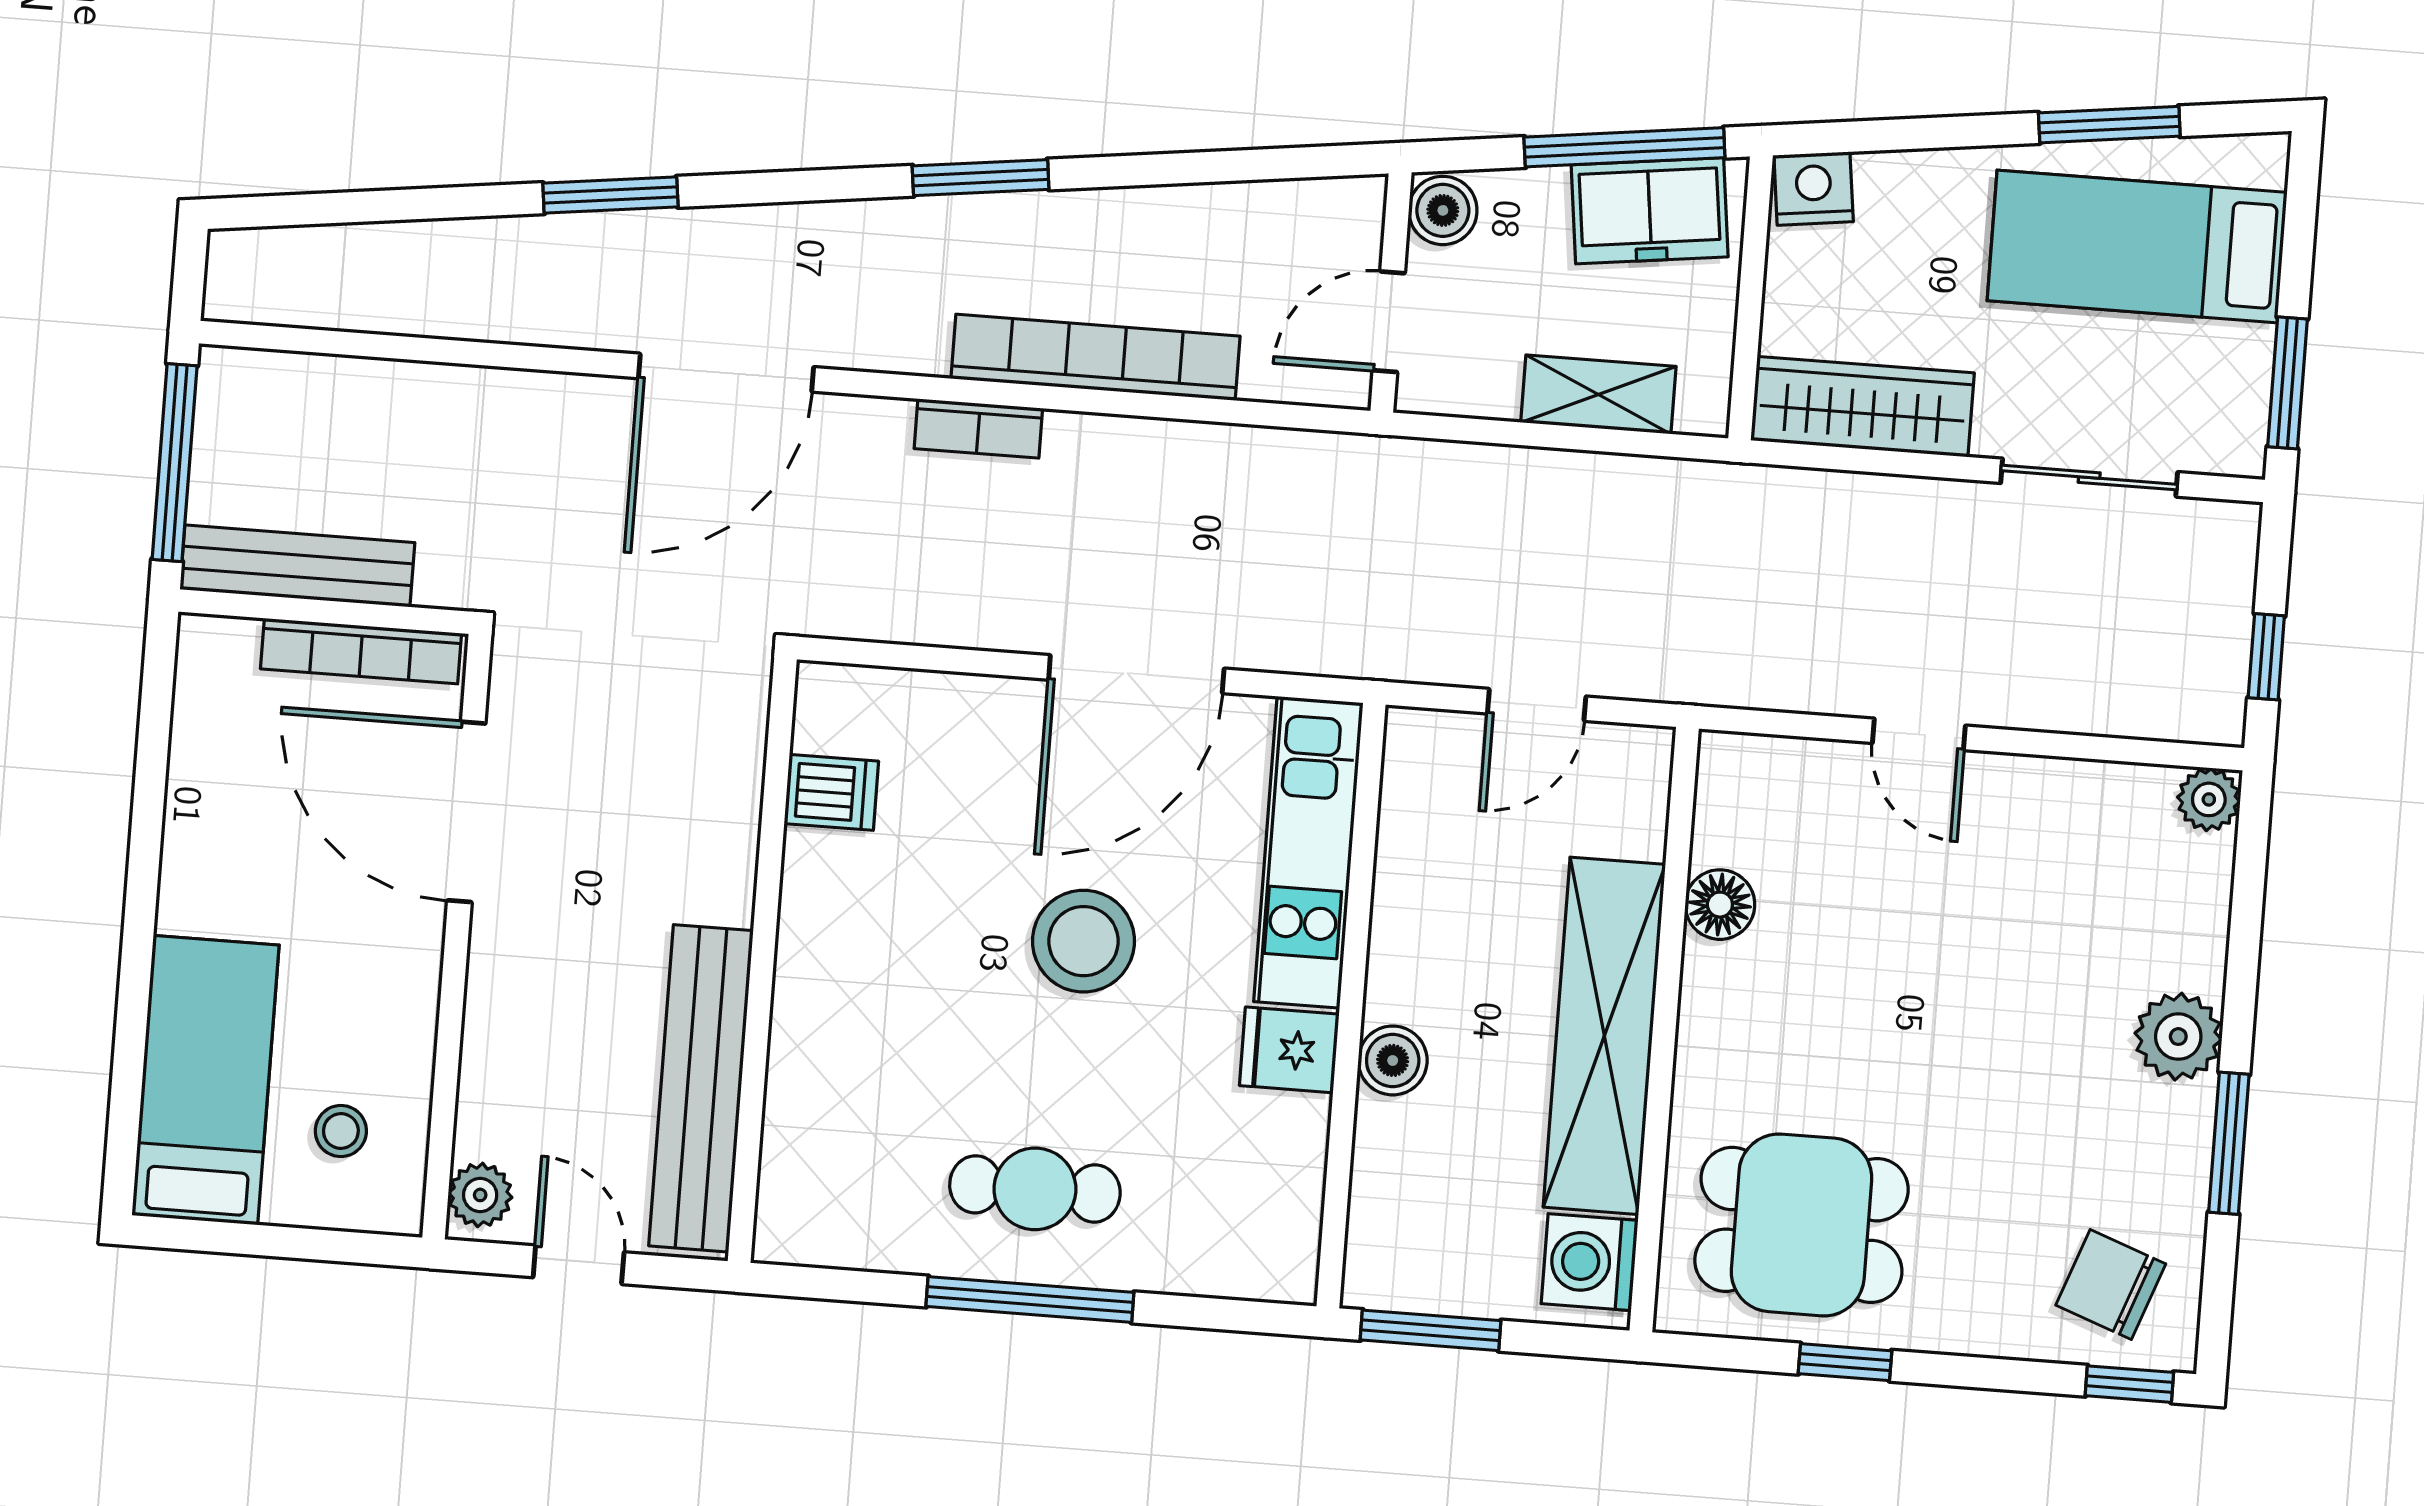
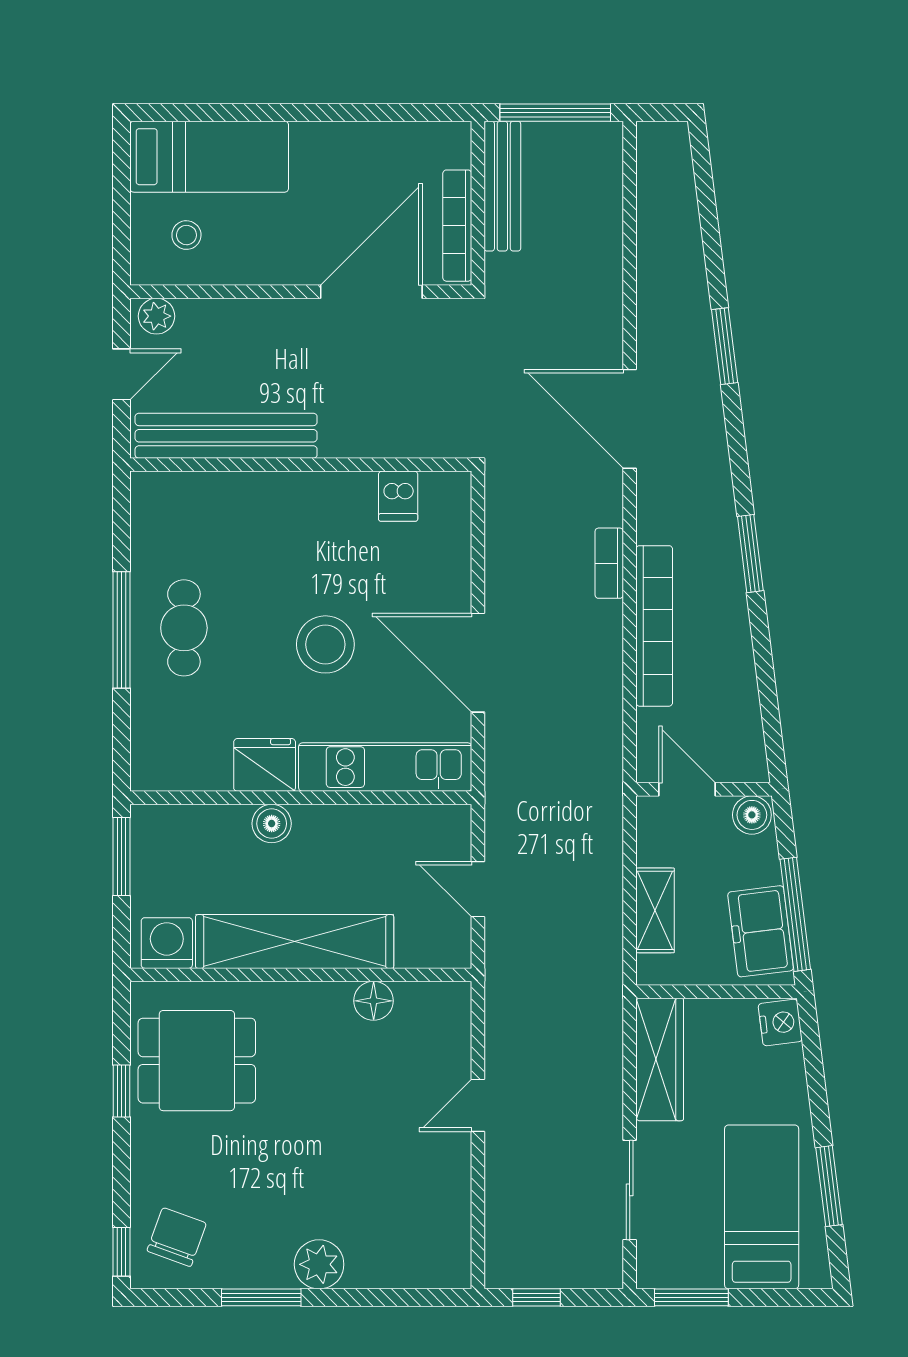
plant: (2209, 799) -> (454, 1271), removed
fridge: (1289, 1050) -> (265, 765), width x1.38
dining table: (1802, 1225) -> (197, 1061), turned 90

